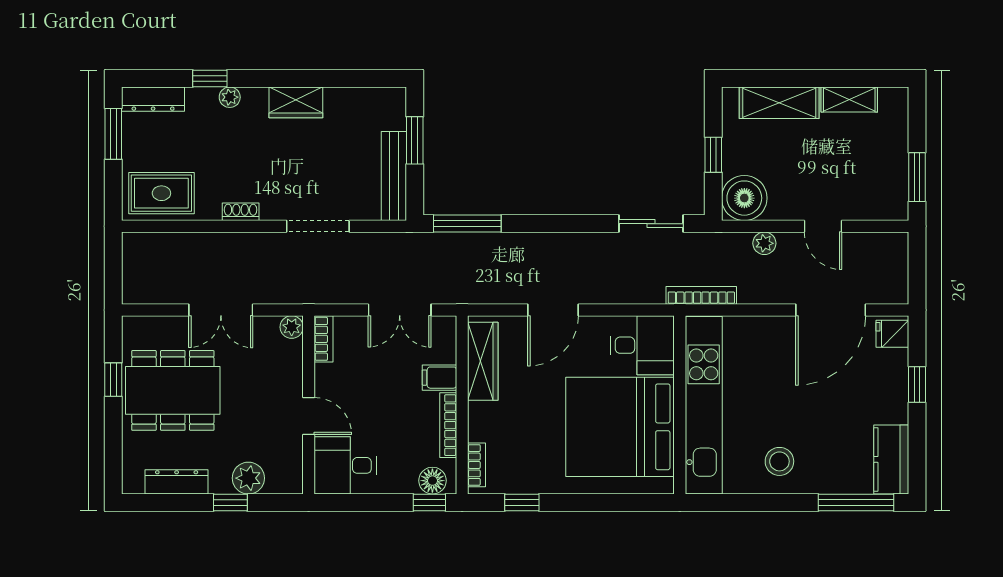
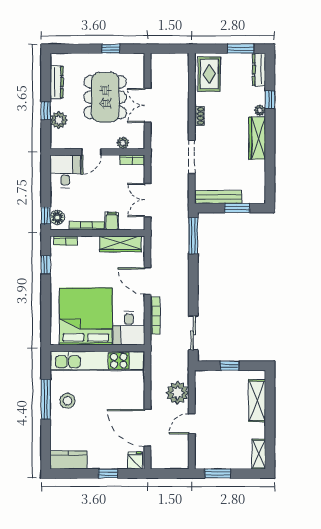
shelving: (849, 99) -> (259, 454), moved
wardrobe: (296, 102) -> (257, 138), width x1.50
boiler: (744, 198) -> (207, 382), removed
plant: (764, 243) -> (177, 393), width x1.88, depth x1.88
bookcase: (701, 295) -> (155, 316), moved
plant: (292, 327) -> (123, 143), moved
dining table: (173, 390) -> (105, 97), moved
window: (856, 503) -> (46, 399), moved

